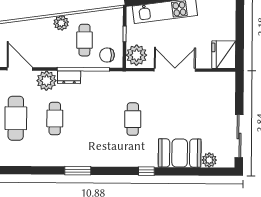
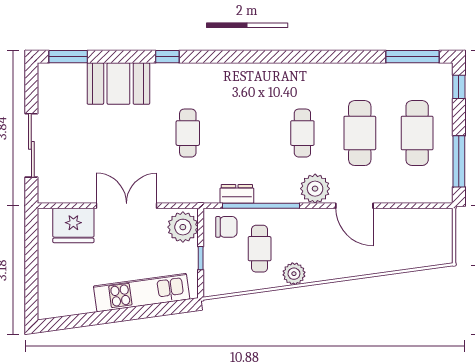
fridge: (224, 55) -> (73, 225), moved, turned 90
double door: (175, 70) -> (127, 206), swing flipped
dresser: (69, 77) -> (237, 194), moved
sliding door: (239, 136) -> (31, 145), moved
plant: (209, 160) -> (75, 74), removed
window: (78, 171) -> (68, 57), moved

